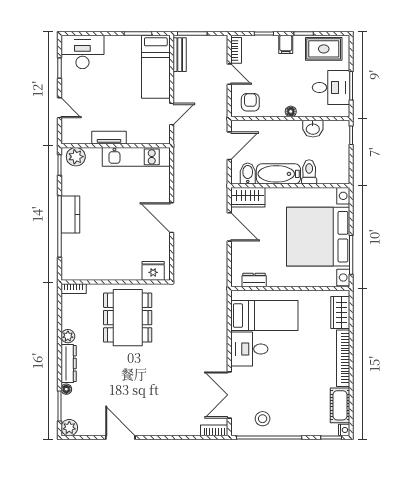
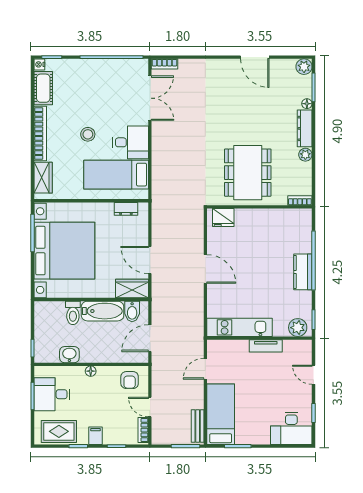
stool: (263, 419) -> (88, 134), moved

